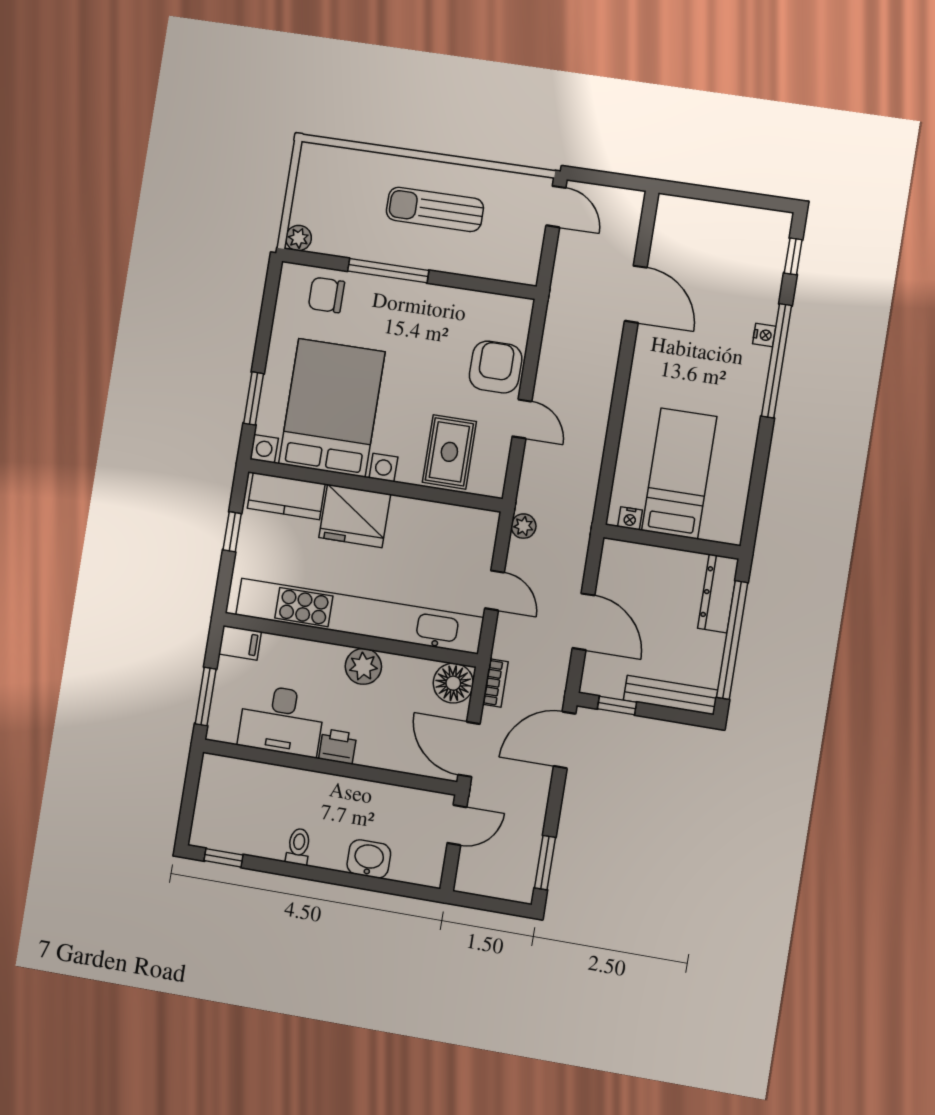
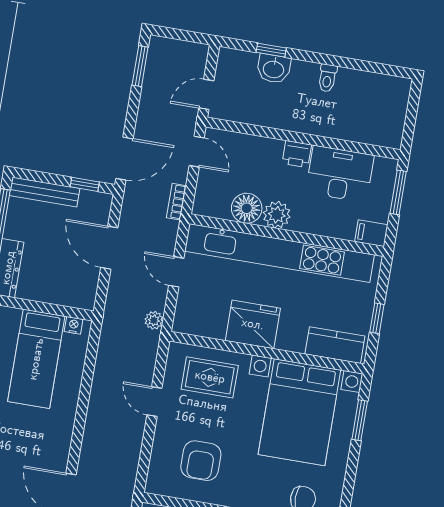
armchair: (496, 367) -> (201, 461), moved
rug: (449, 452) -> (210, 377), turned 90
fridge: (355, 516) -> (253, 324), moved
floor lamp: (453, 683) -> (247, 208), moved
door: (469, 749) -> (197, 152), width x0.73
window: (223, 858) -> (271, 50), moved

